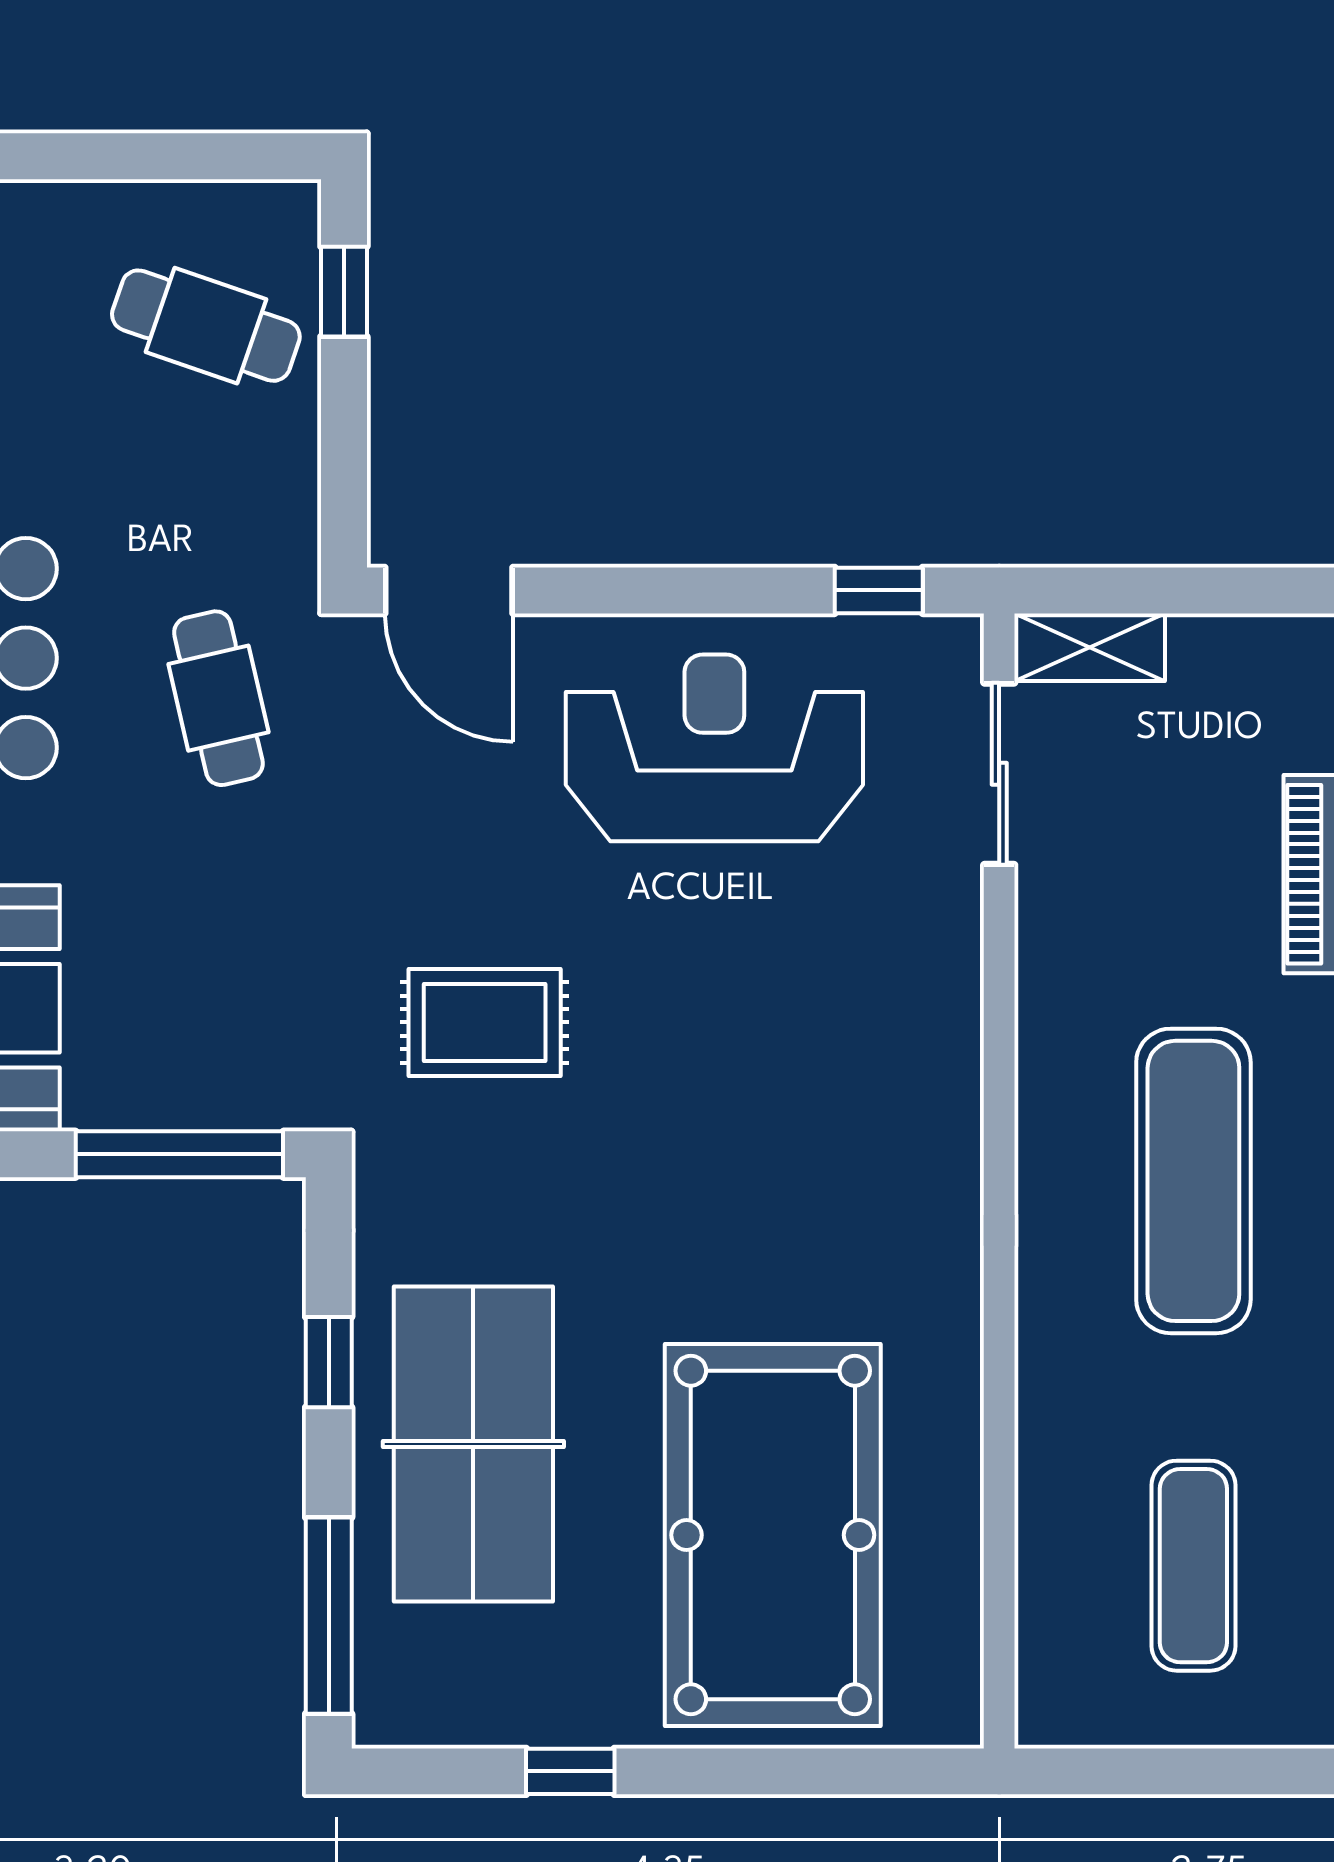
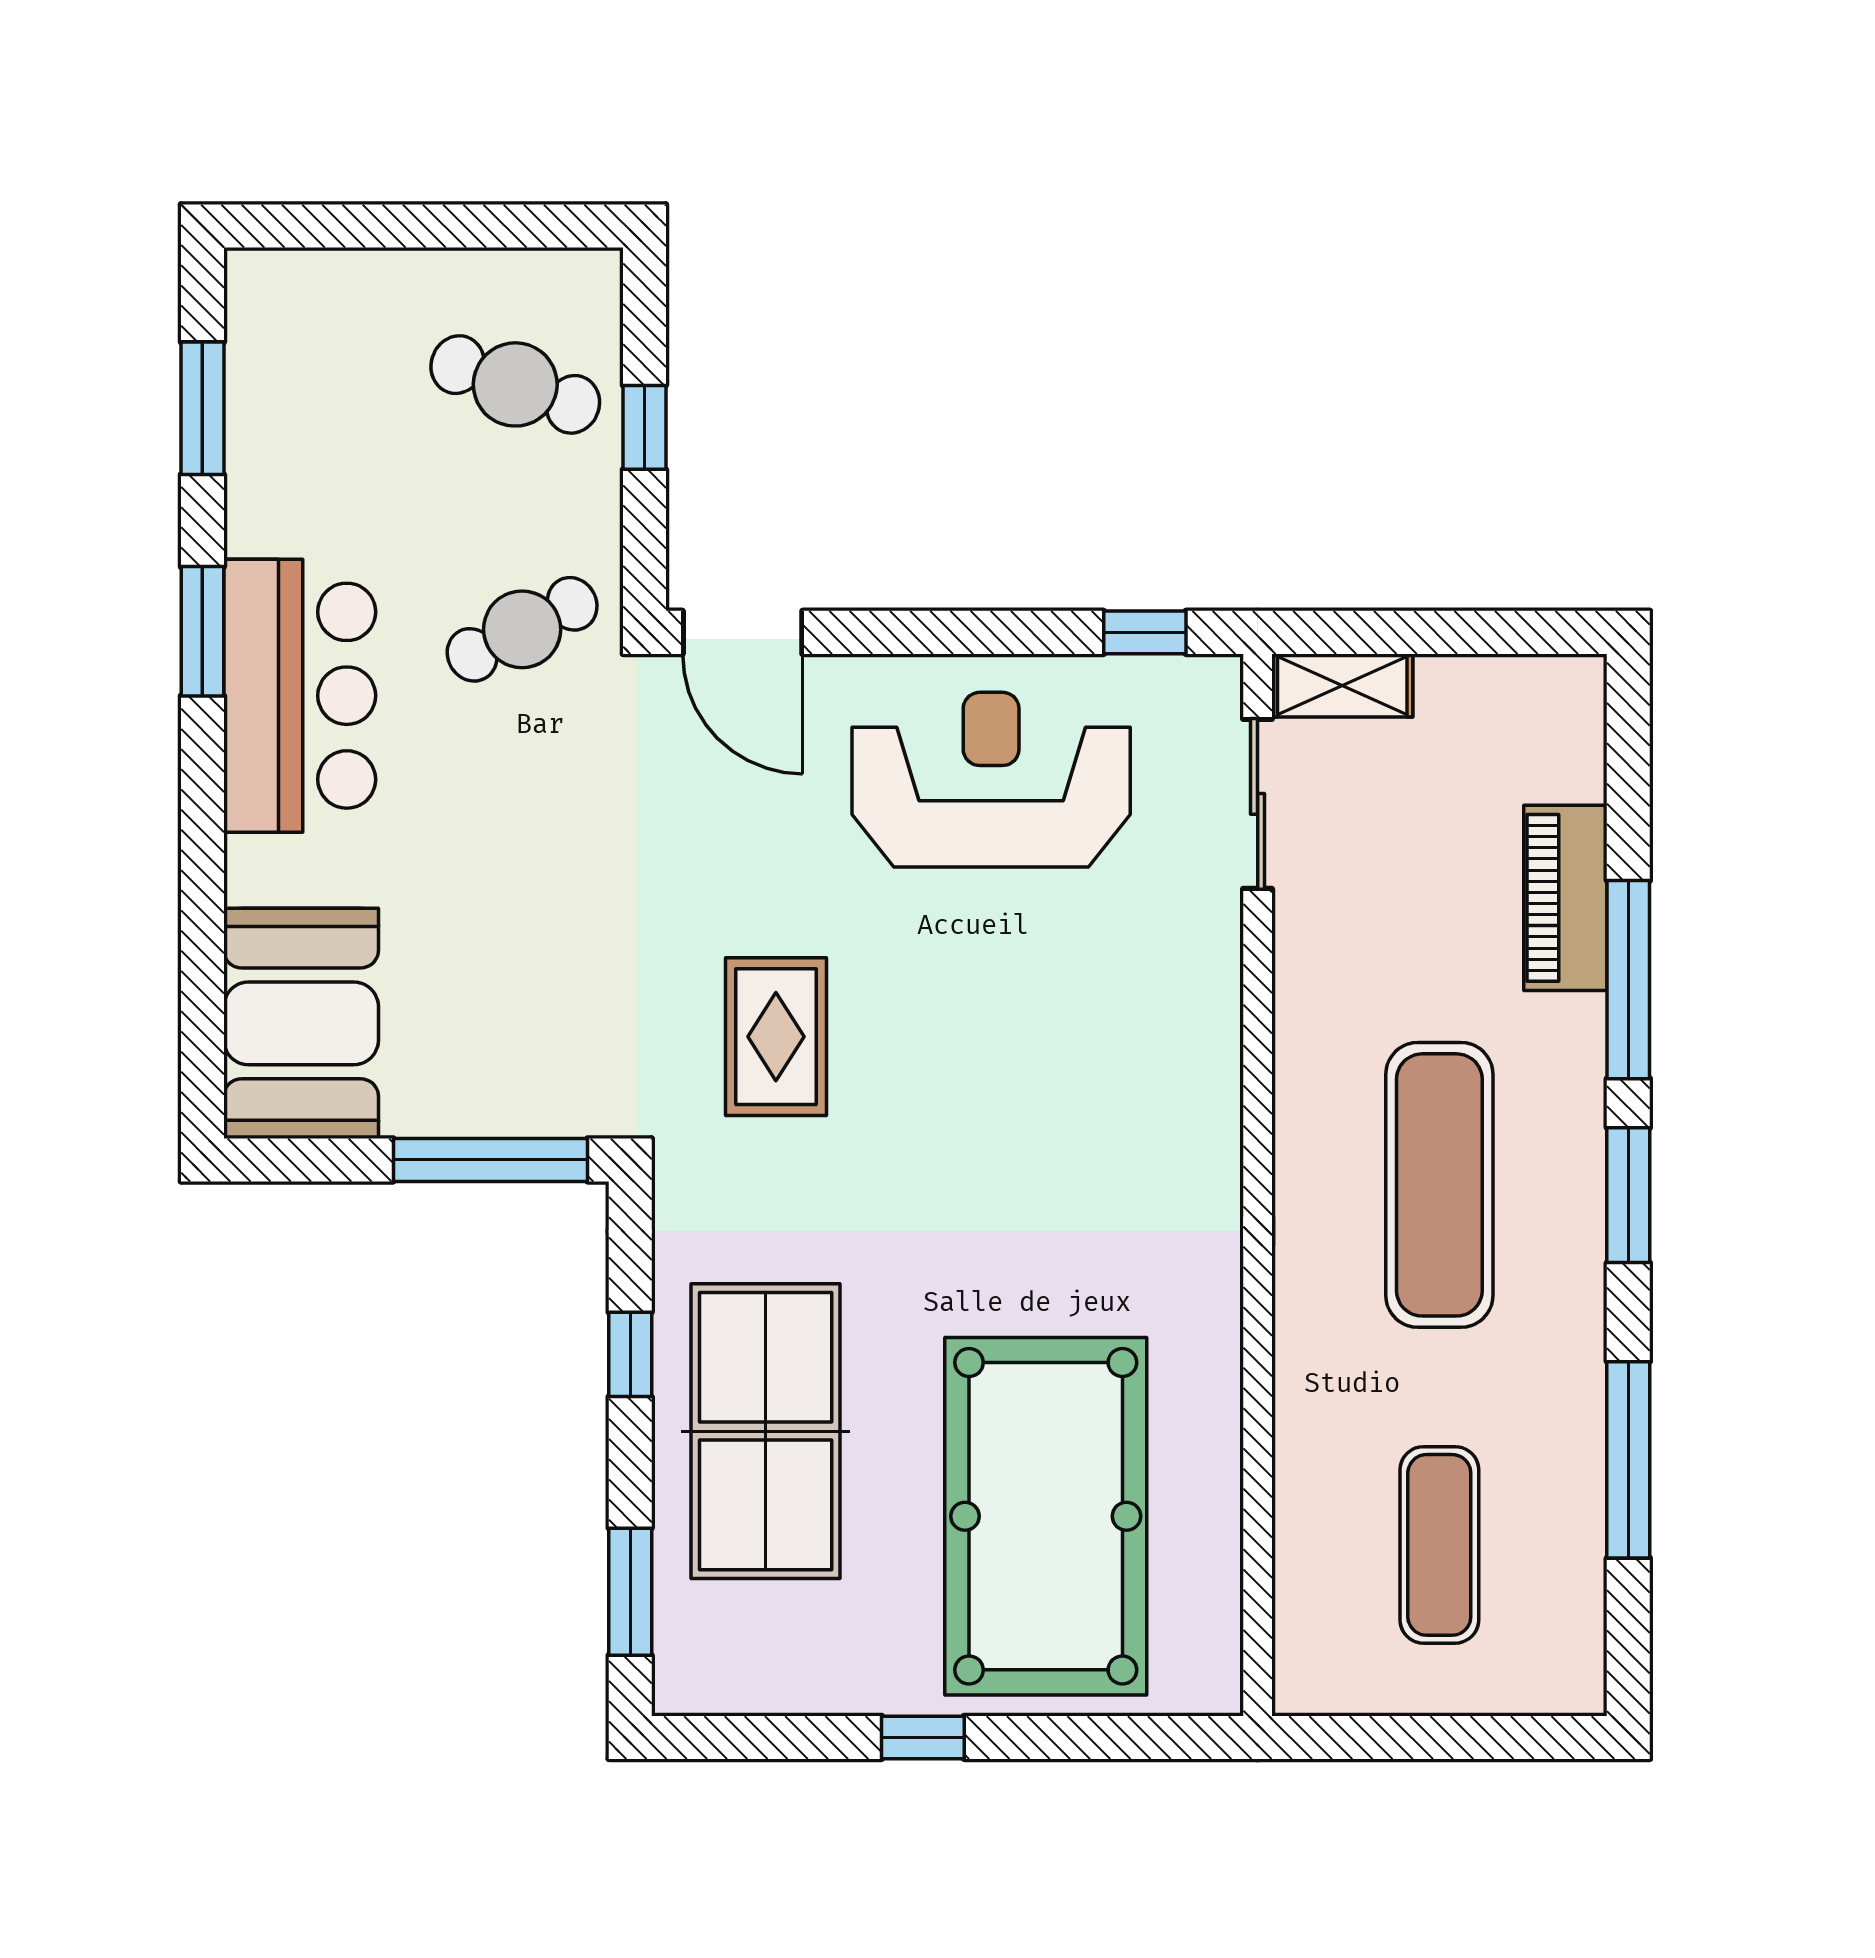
window: (344, 292) -> (644, 427), moved
cafe table: (218, 698) -> (522, 629), moved, turned 76
rug: (485, 1022) -> (776, 1037), turned 90
window: (329, 1616) -> (630, 1592), width x0.69
window: (570, 1771) -> (923, 1737), moved

